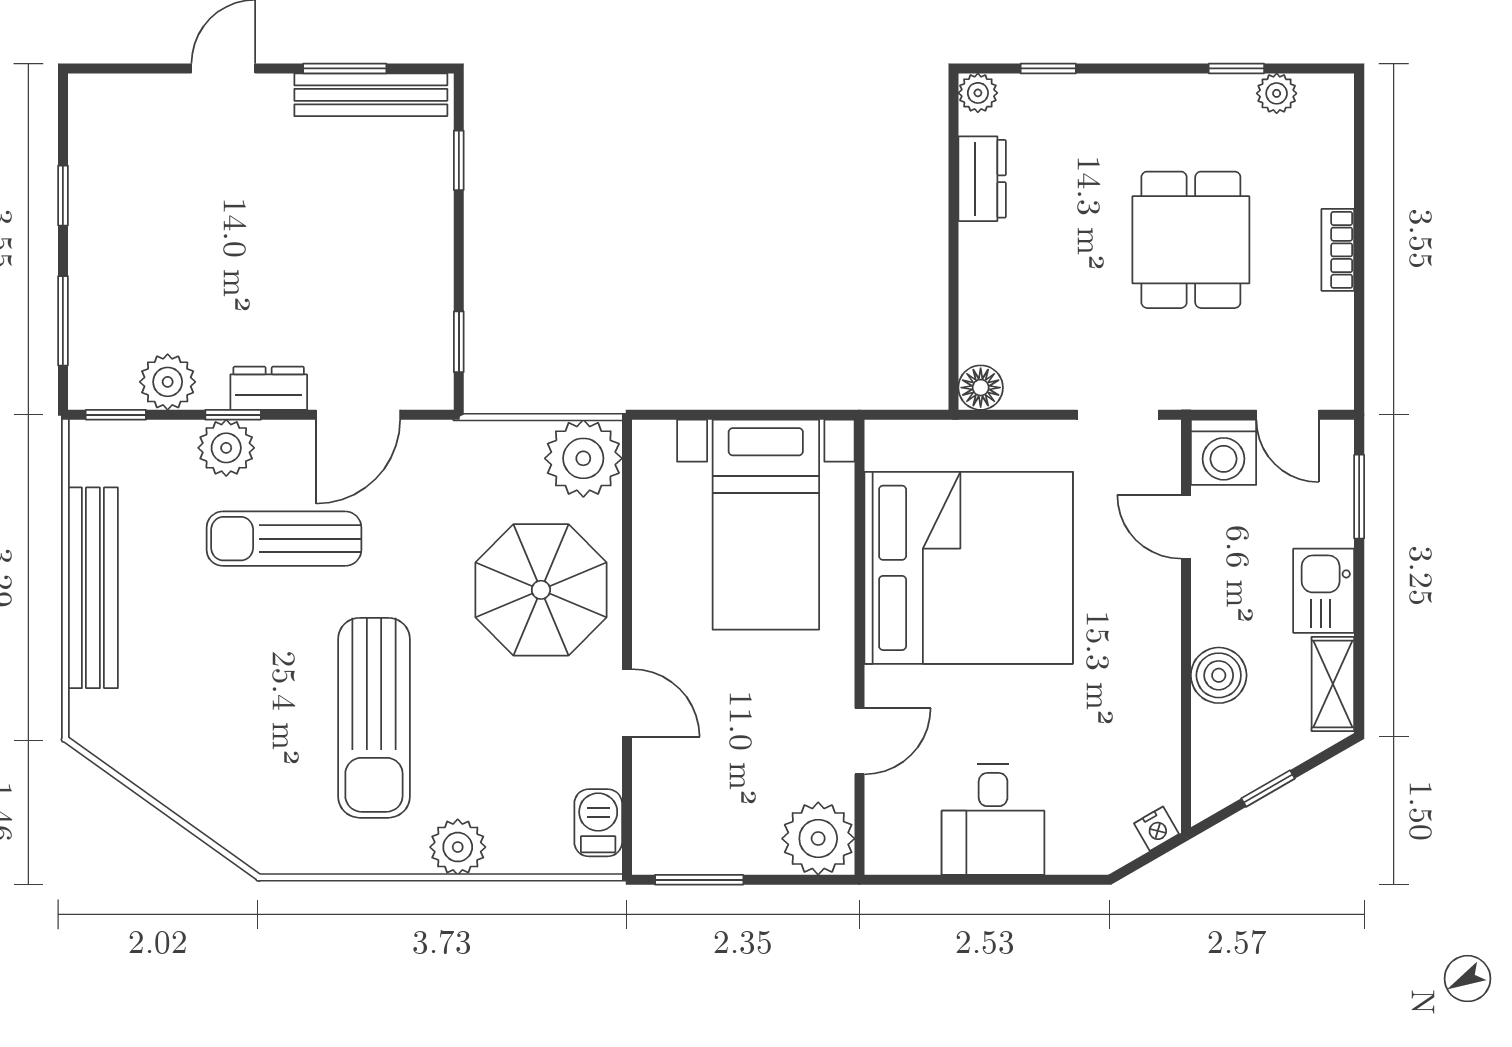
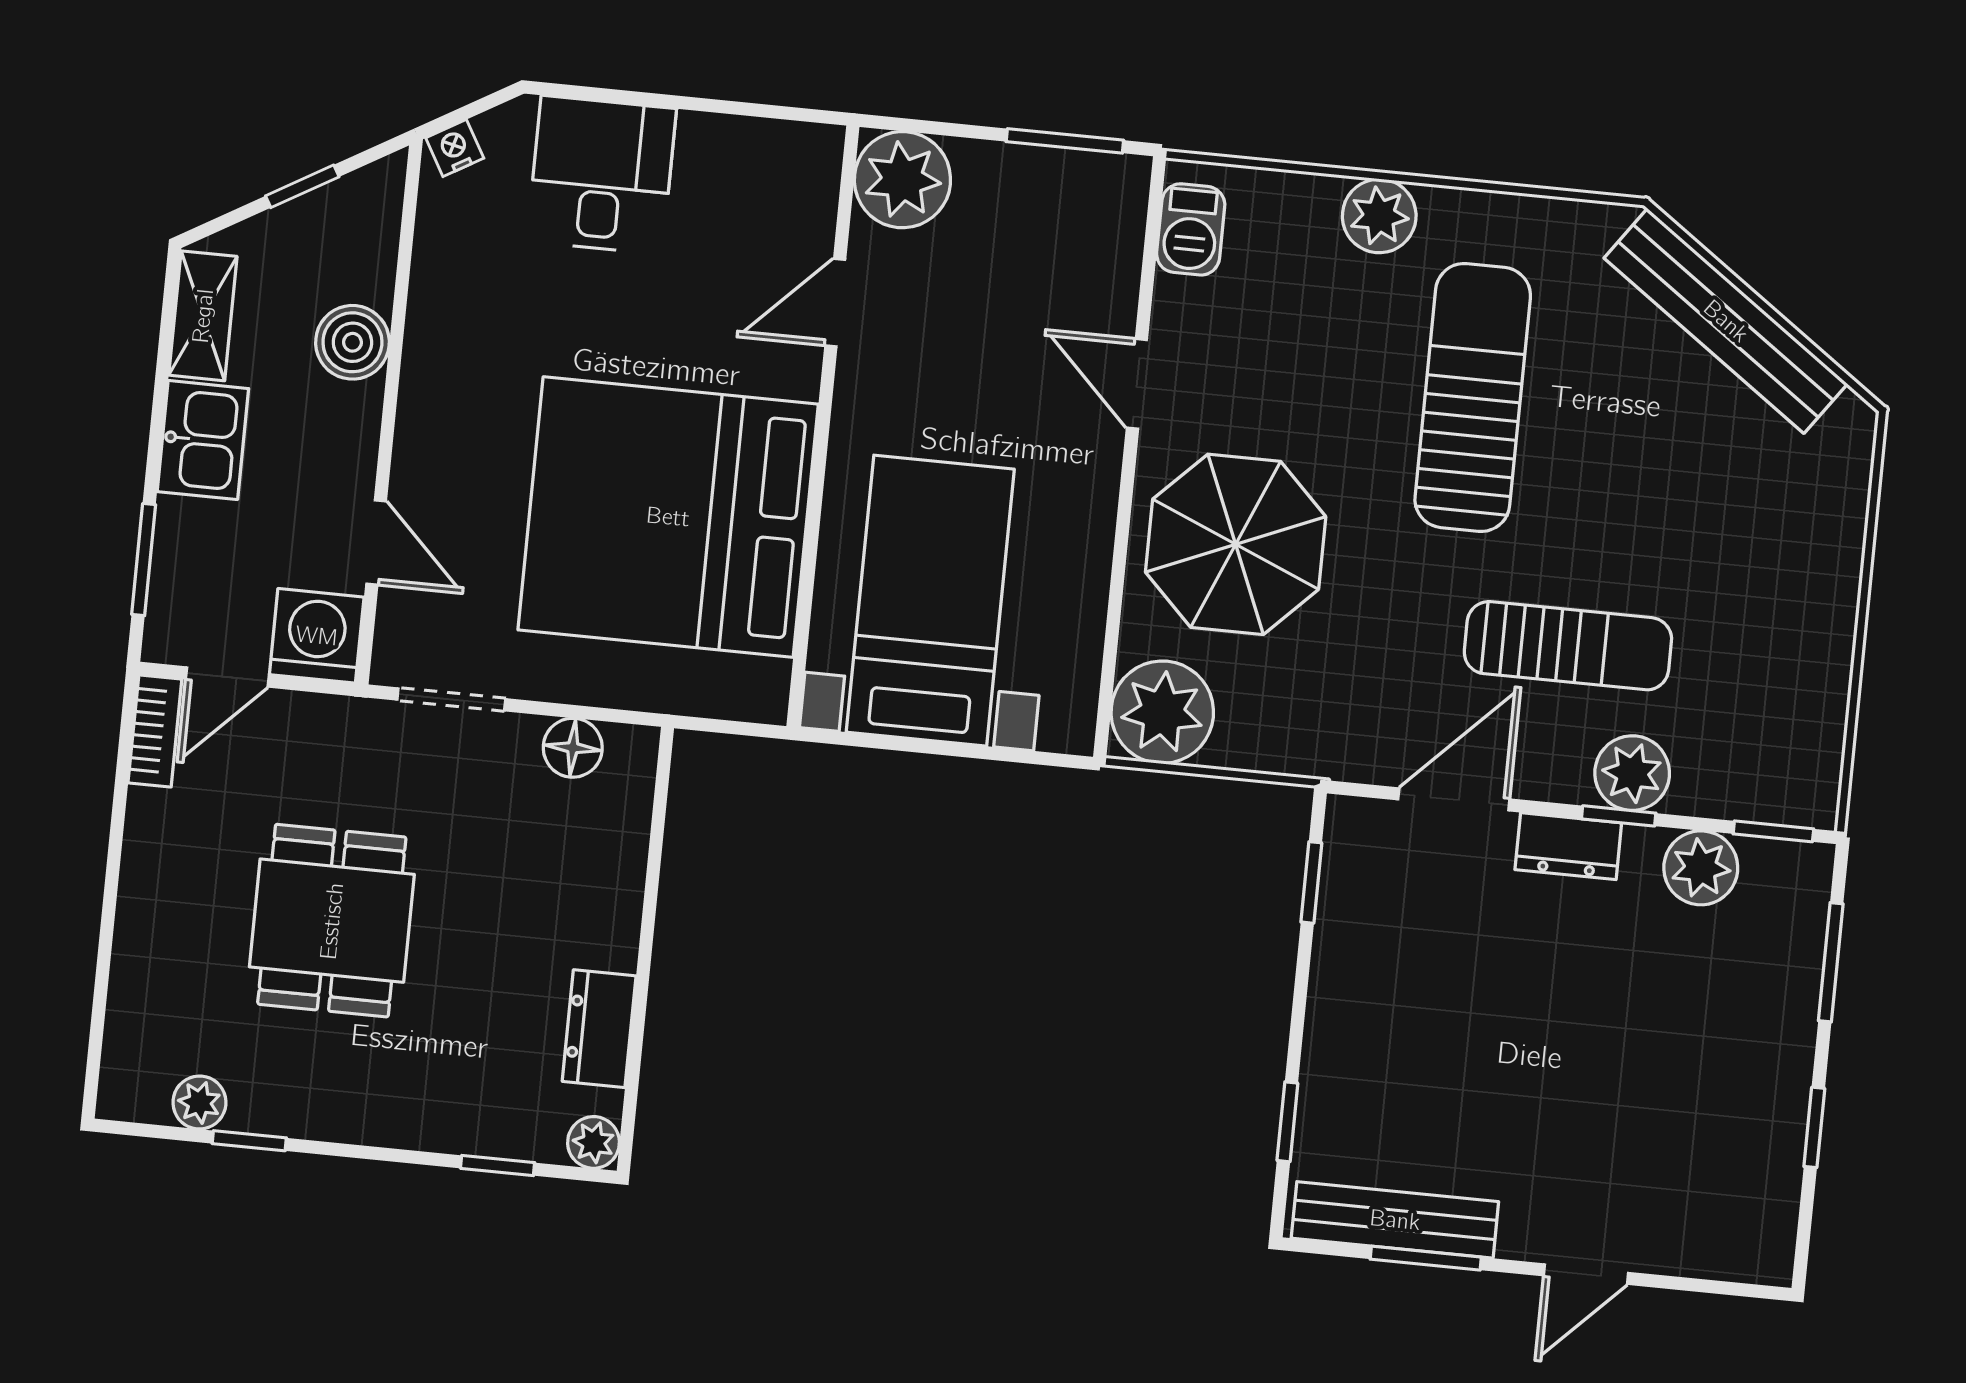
bookcase: (1338, 250) -> (155, 731), moved
floor lamp: (981, 388) -> (573, 748), moved
door: (1288, 415) -> (227, 677), swing flipped
bench: (93, 588) -> (1726, 321), moved, turned -54
desk: (993, 819) -> (602, 175), moved

